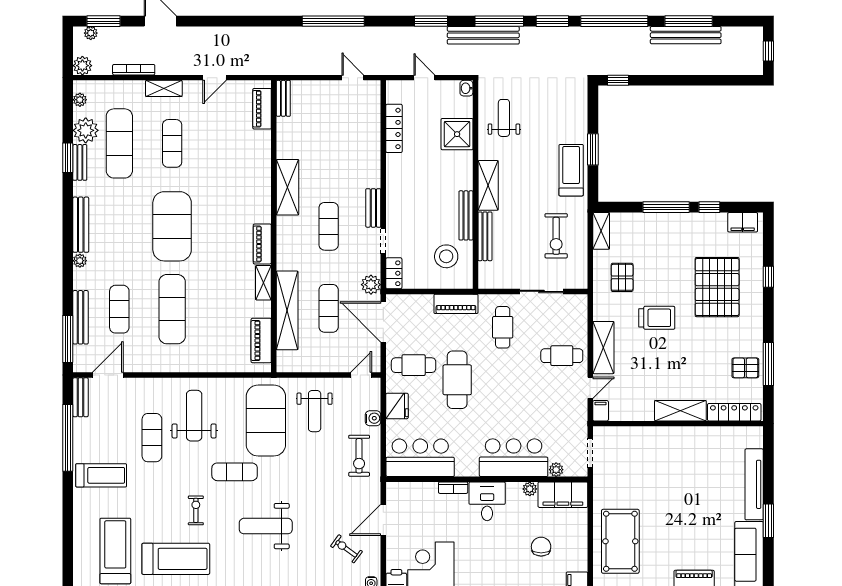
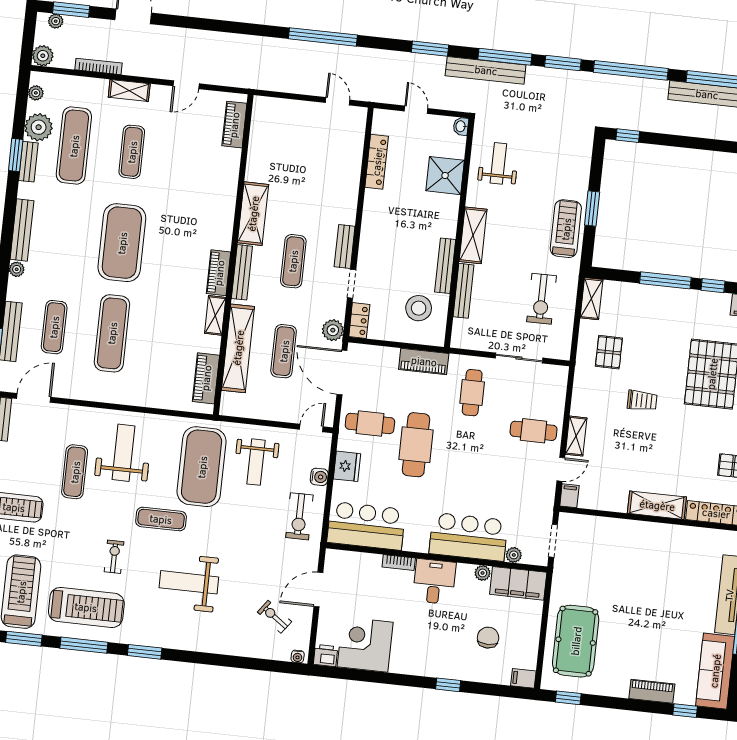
bench: (283, 98) -> (242, 272), moved, width x1.36
trolley: (657, 318) -> (642, 401), width x0.73, depth x0.72
shelving: (603, 348) -> (576, 436), width x0.67, depth x0.75

